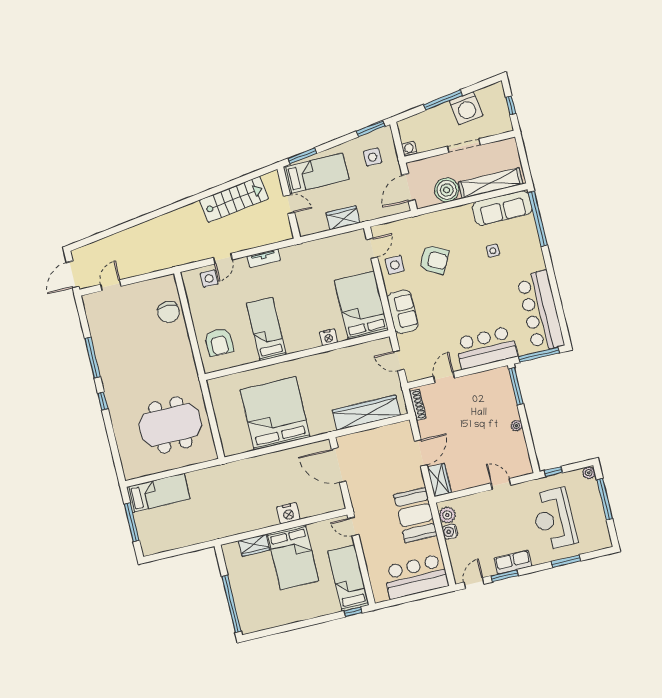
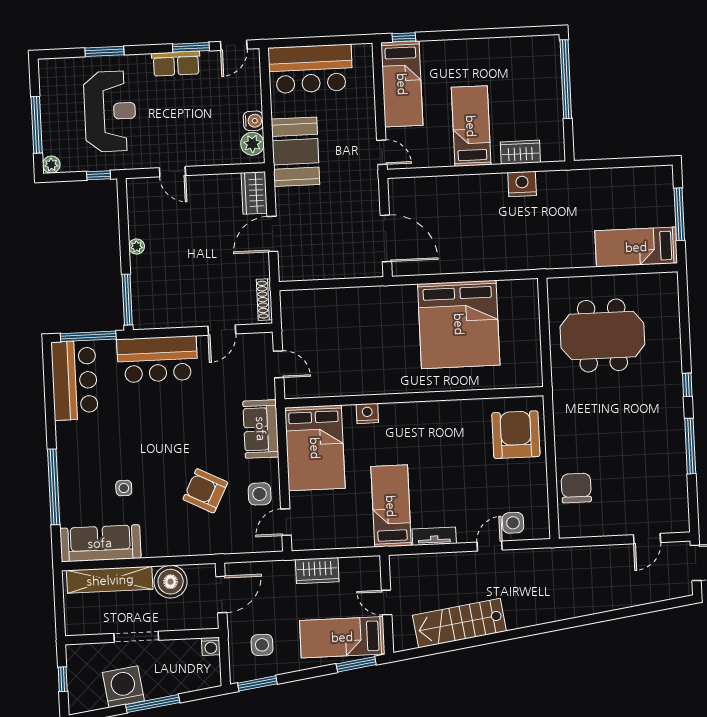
window: (538, 219) -> (54, 487), moved
bar counter: (540, 311) -> (75, 380), width x0.73
bed: (266, 329) -> (391, 506), moved, turned 180
armchair: (219, 342) -> (516, 435), width x1.36, depth x1.36
wardrobe: (366, 413) -> (335, 302), removed
nightstand: (288, 513) -> (522, 184), moved
bed: (293, 557) -> (471, 126), width x0.67

